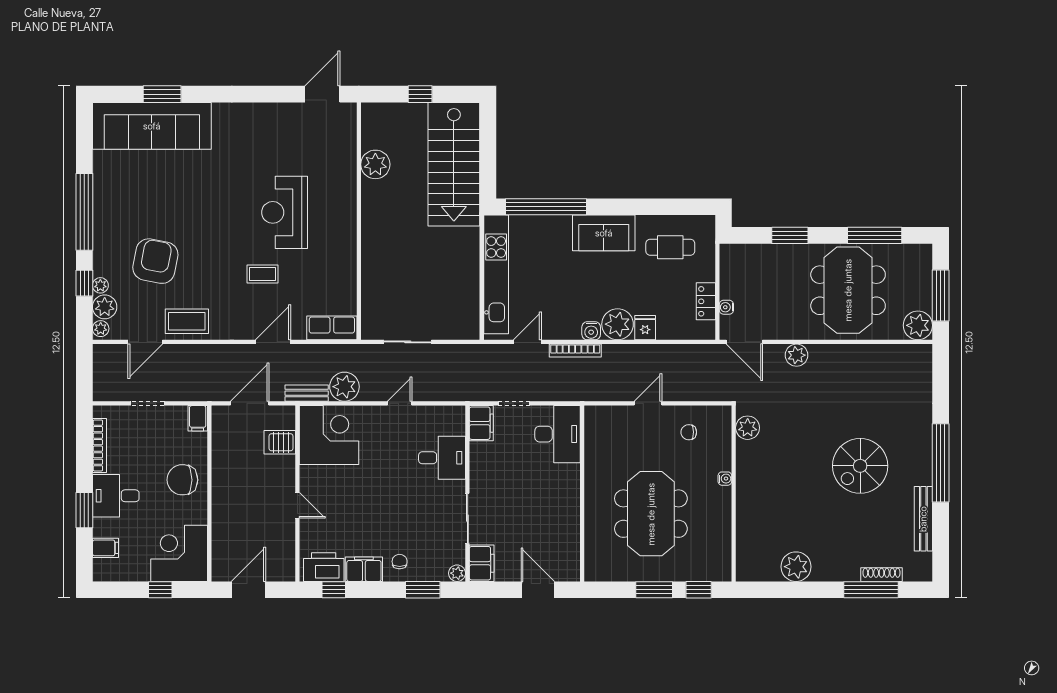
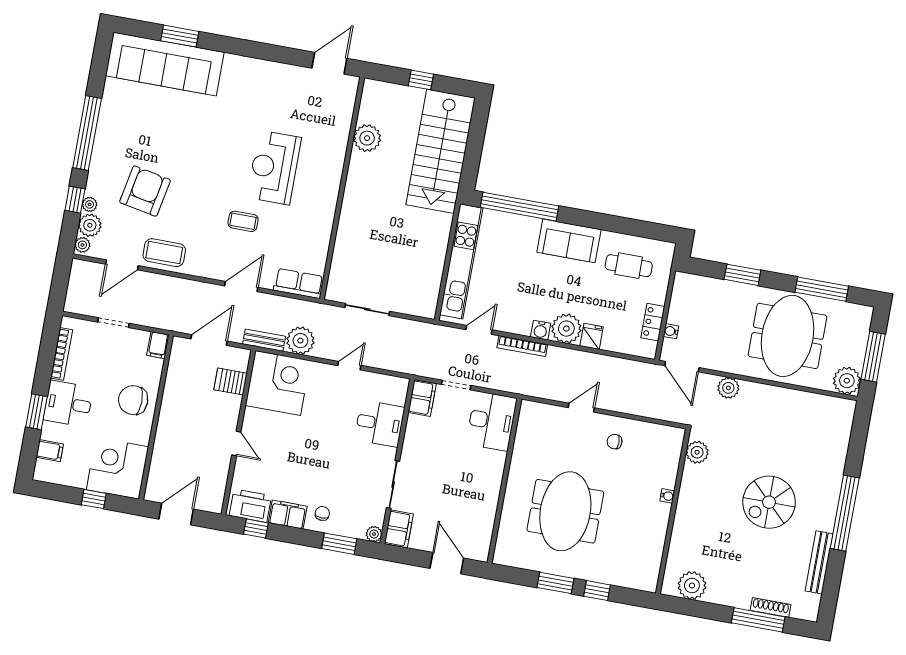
plant: (748, 428) -> (697, 452), moved
water cooler: (725, 479) -> (667, 496), moved
wall: (734, 493) -> (673, 511), moved

